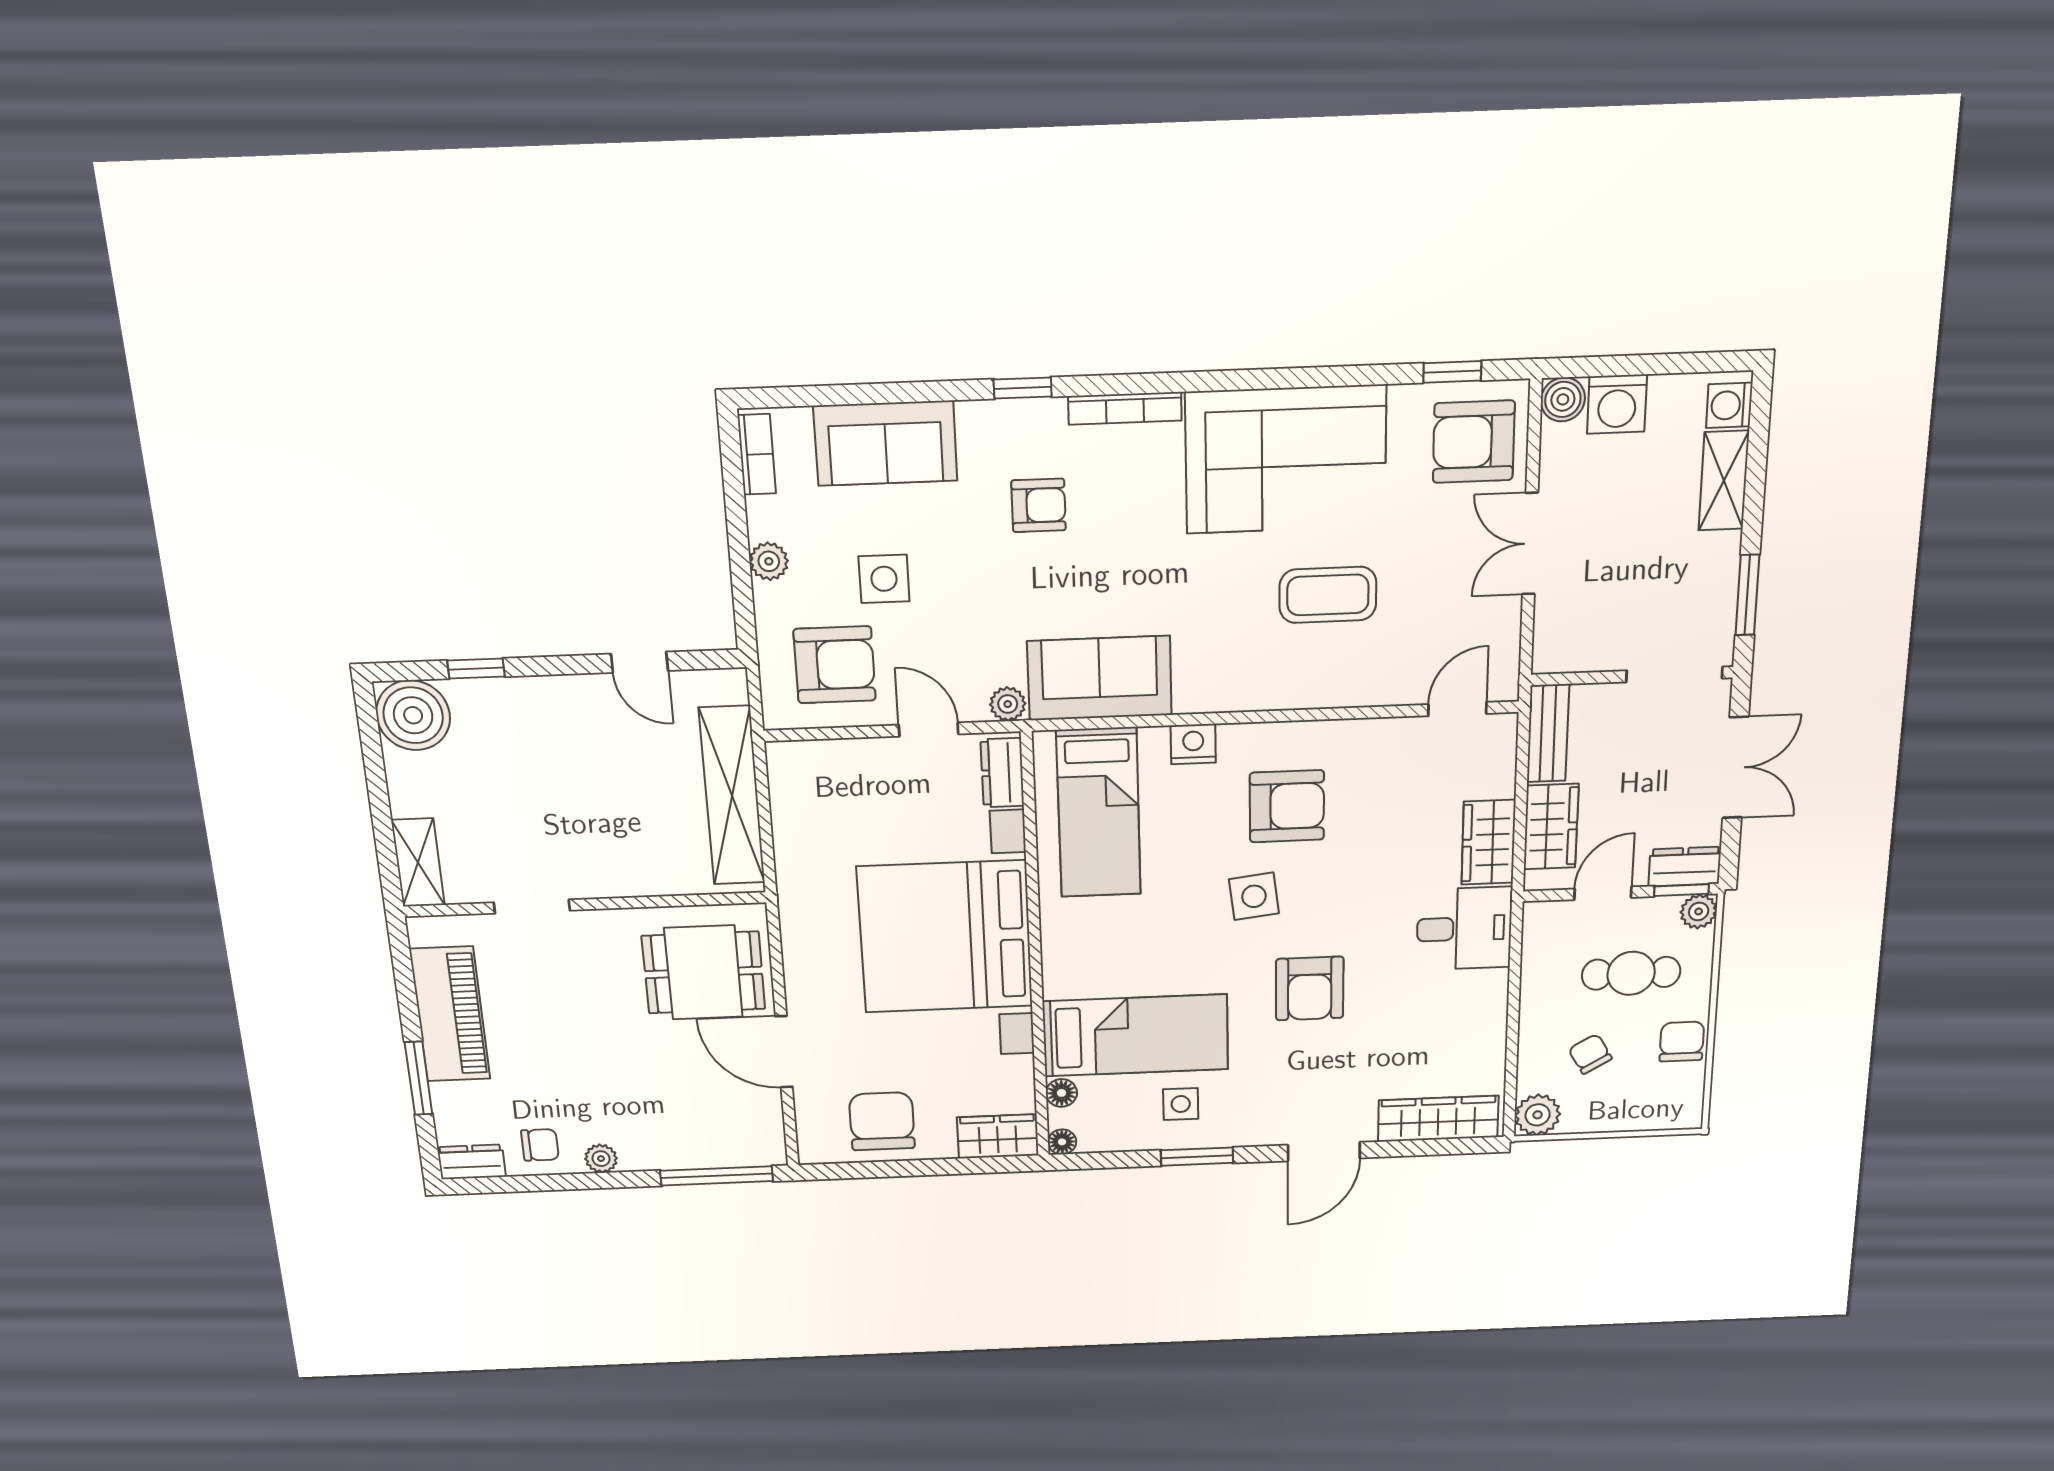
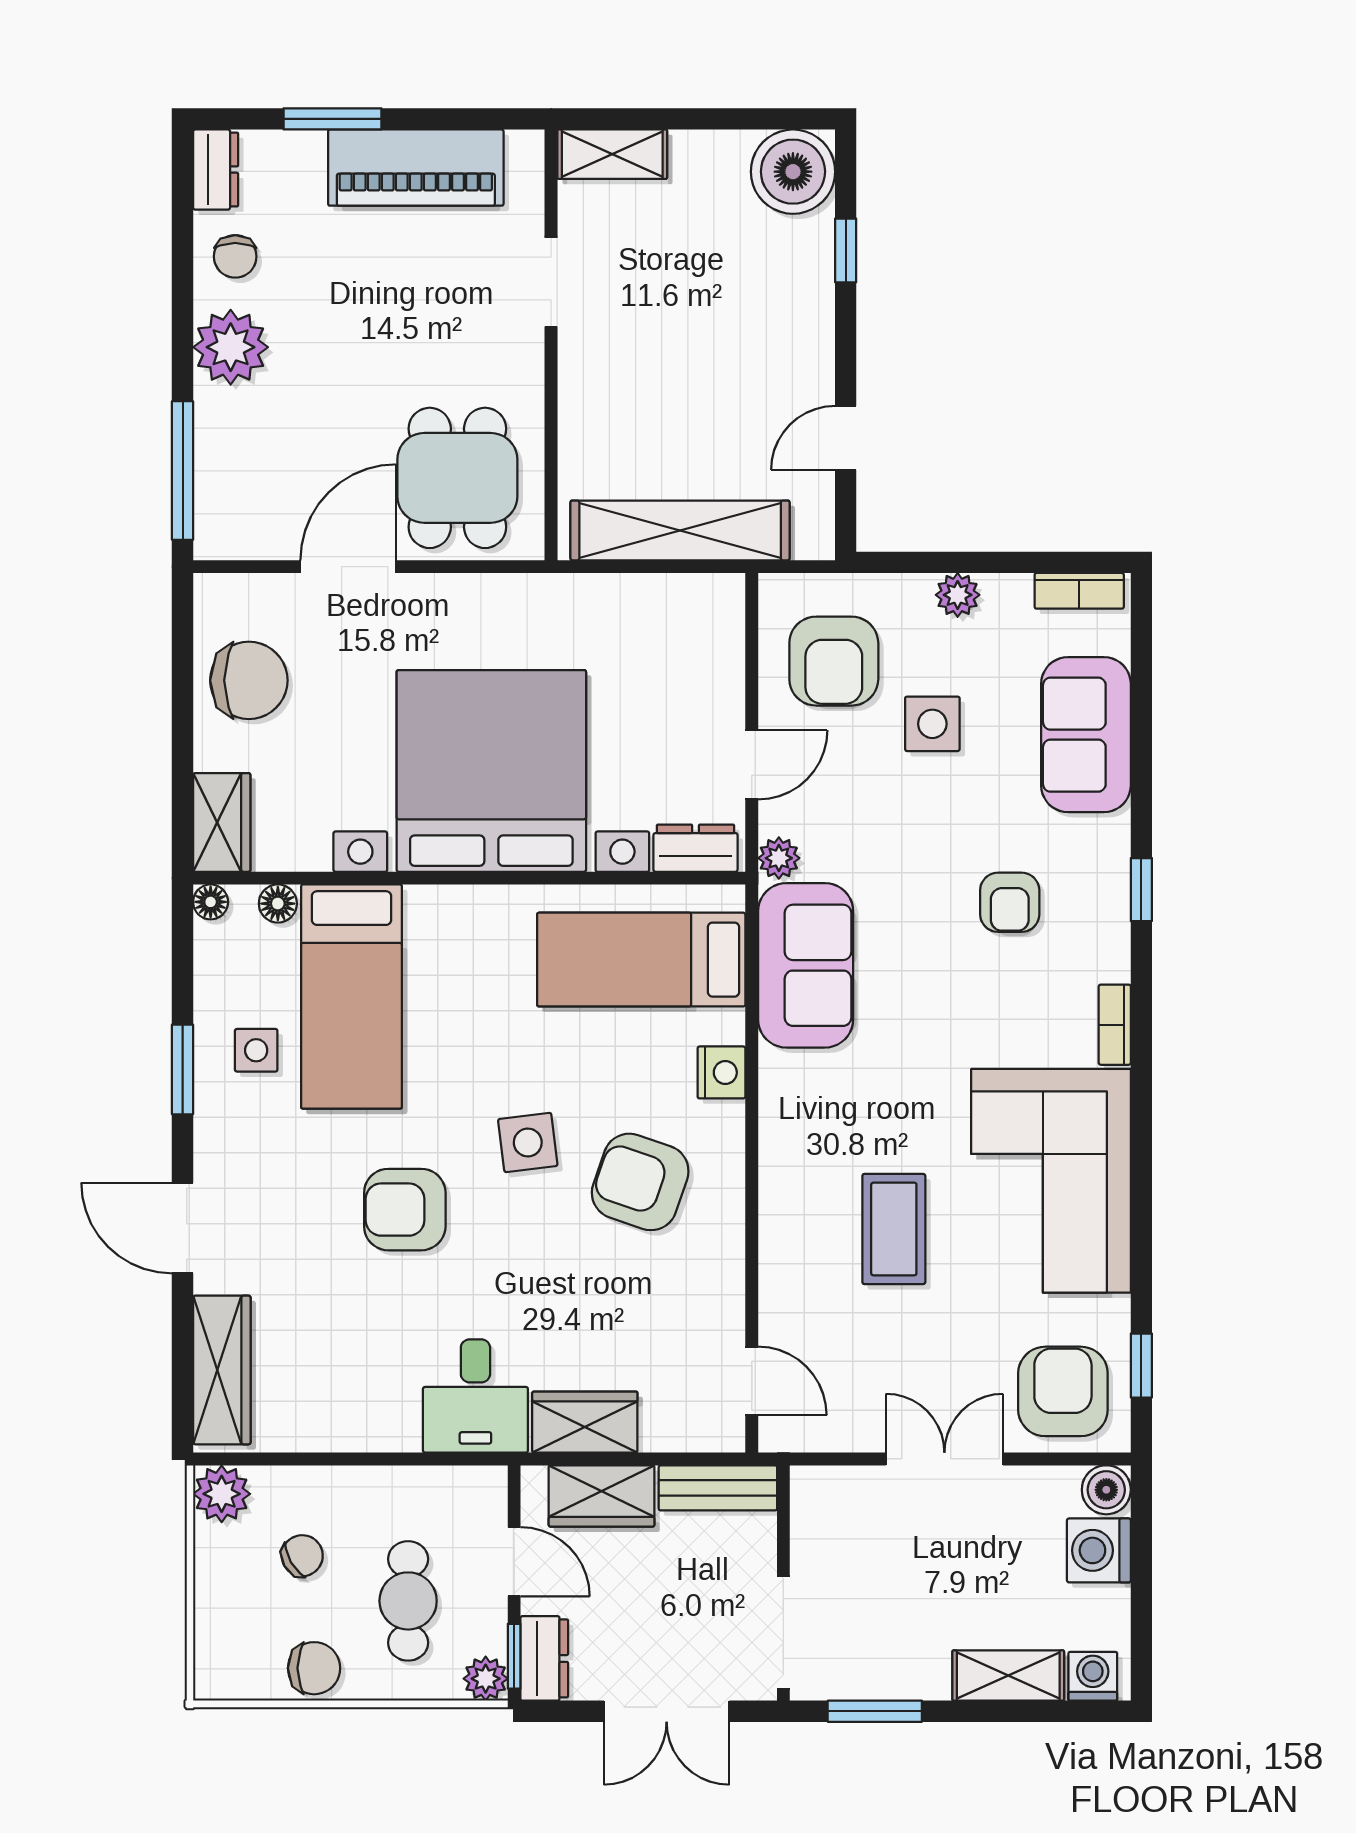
bookcase: (1125, 408) -> (1115, 1025), width x0.64
armchair: (1287, 806) -> (640, 1182), turned 109
plant: (601, 1159) -> (231, 347), width x1.87, depth x1.87

